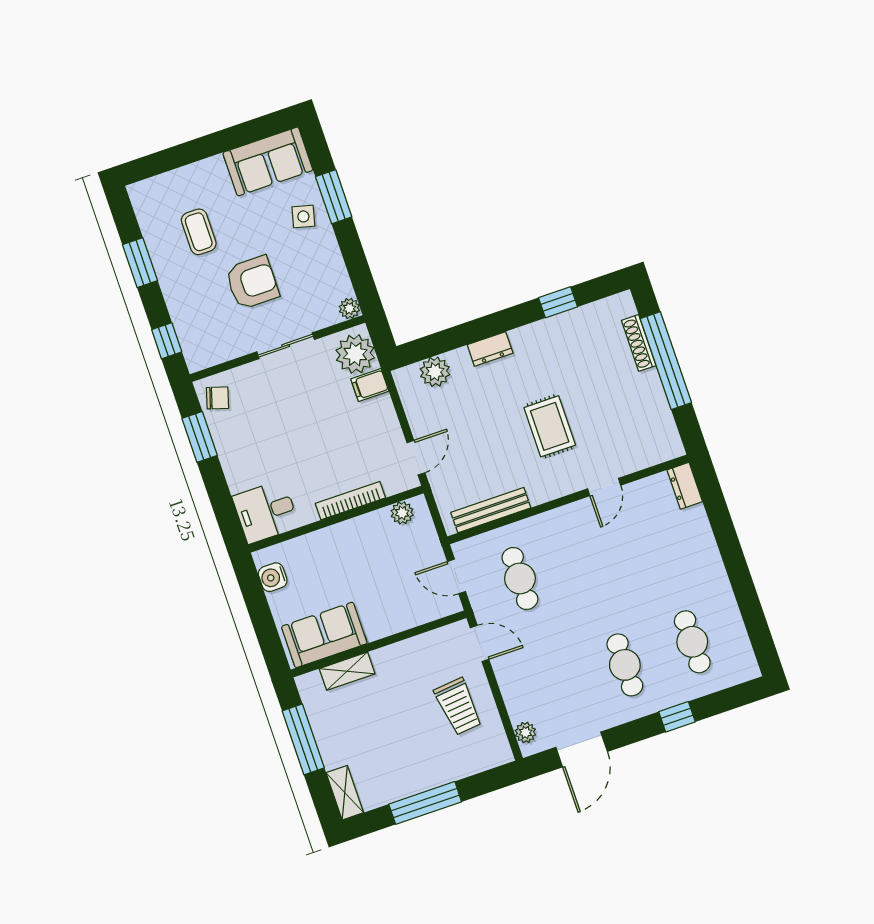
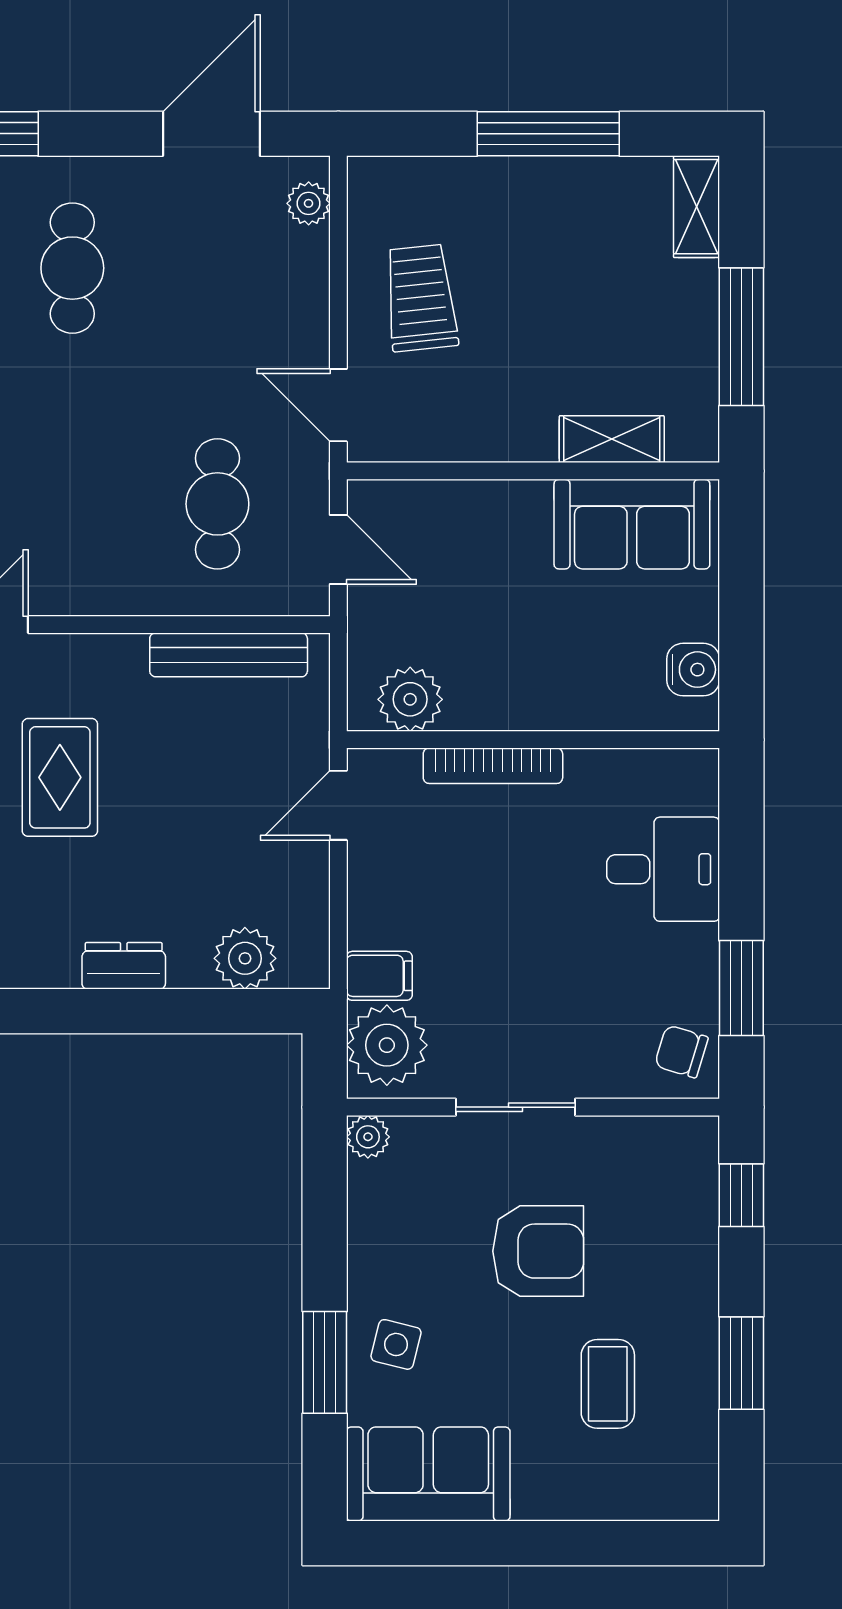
armchair: (252, 282) -> (538, 1251), turned 180
desk: (266, 512) -> (663, 869), moved
plant: (402, 513) -> (410, 699), width x1.38, depth x1.38

